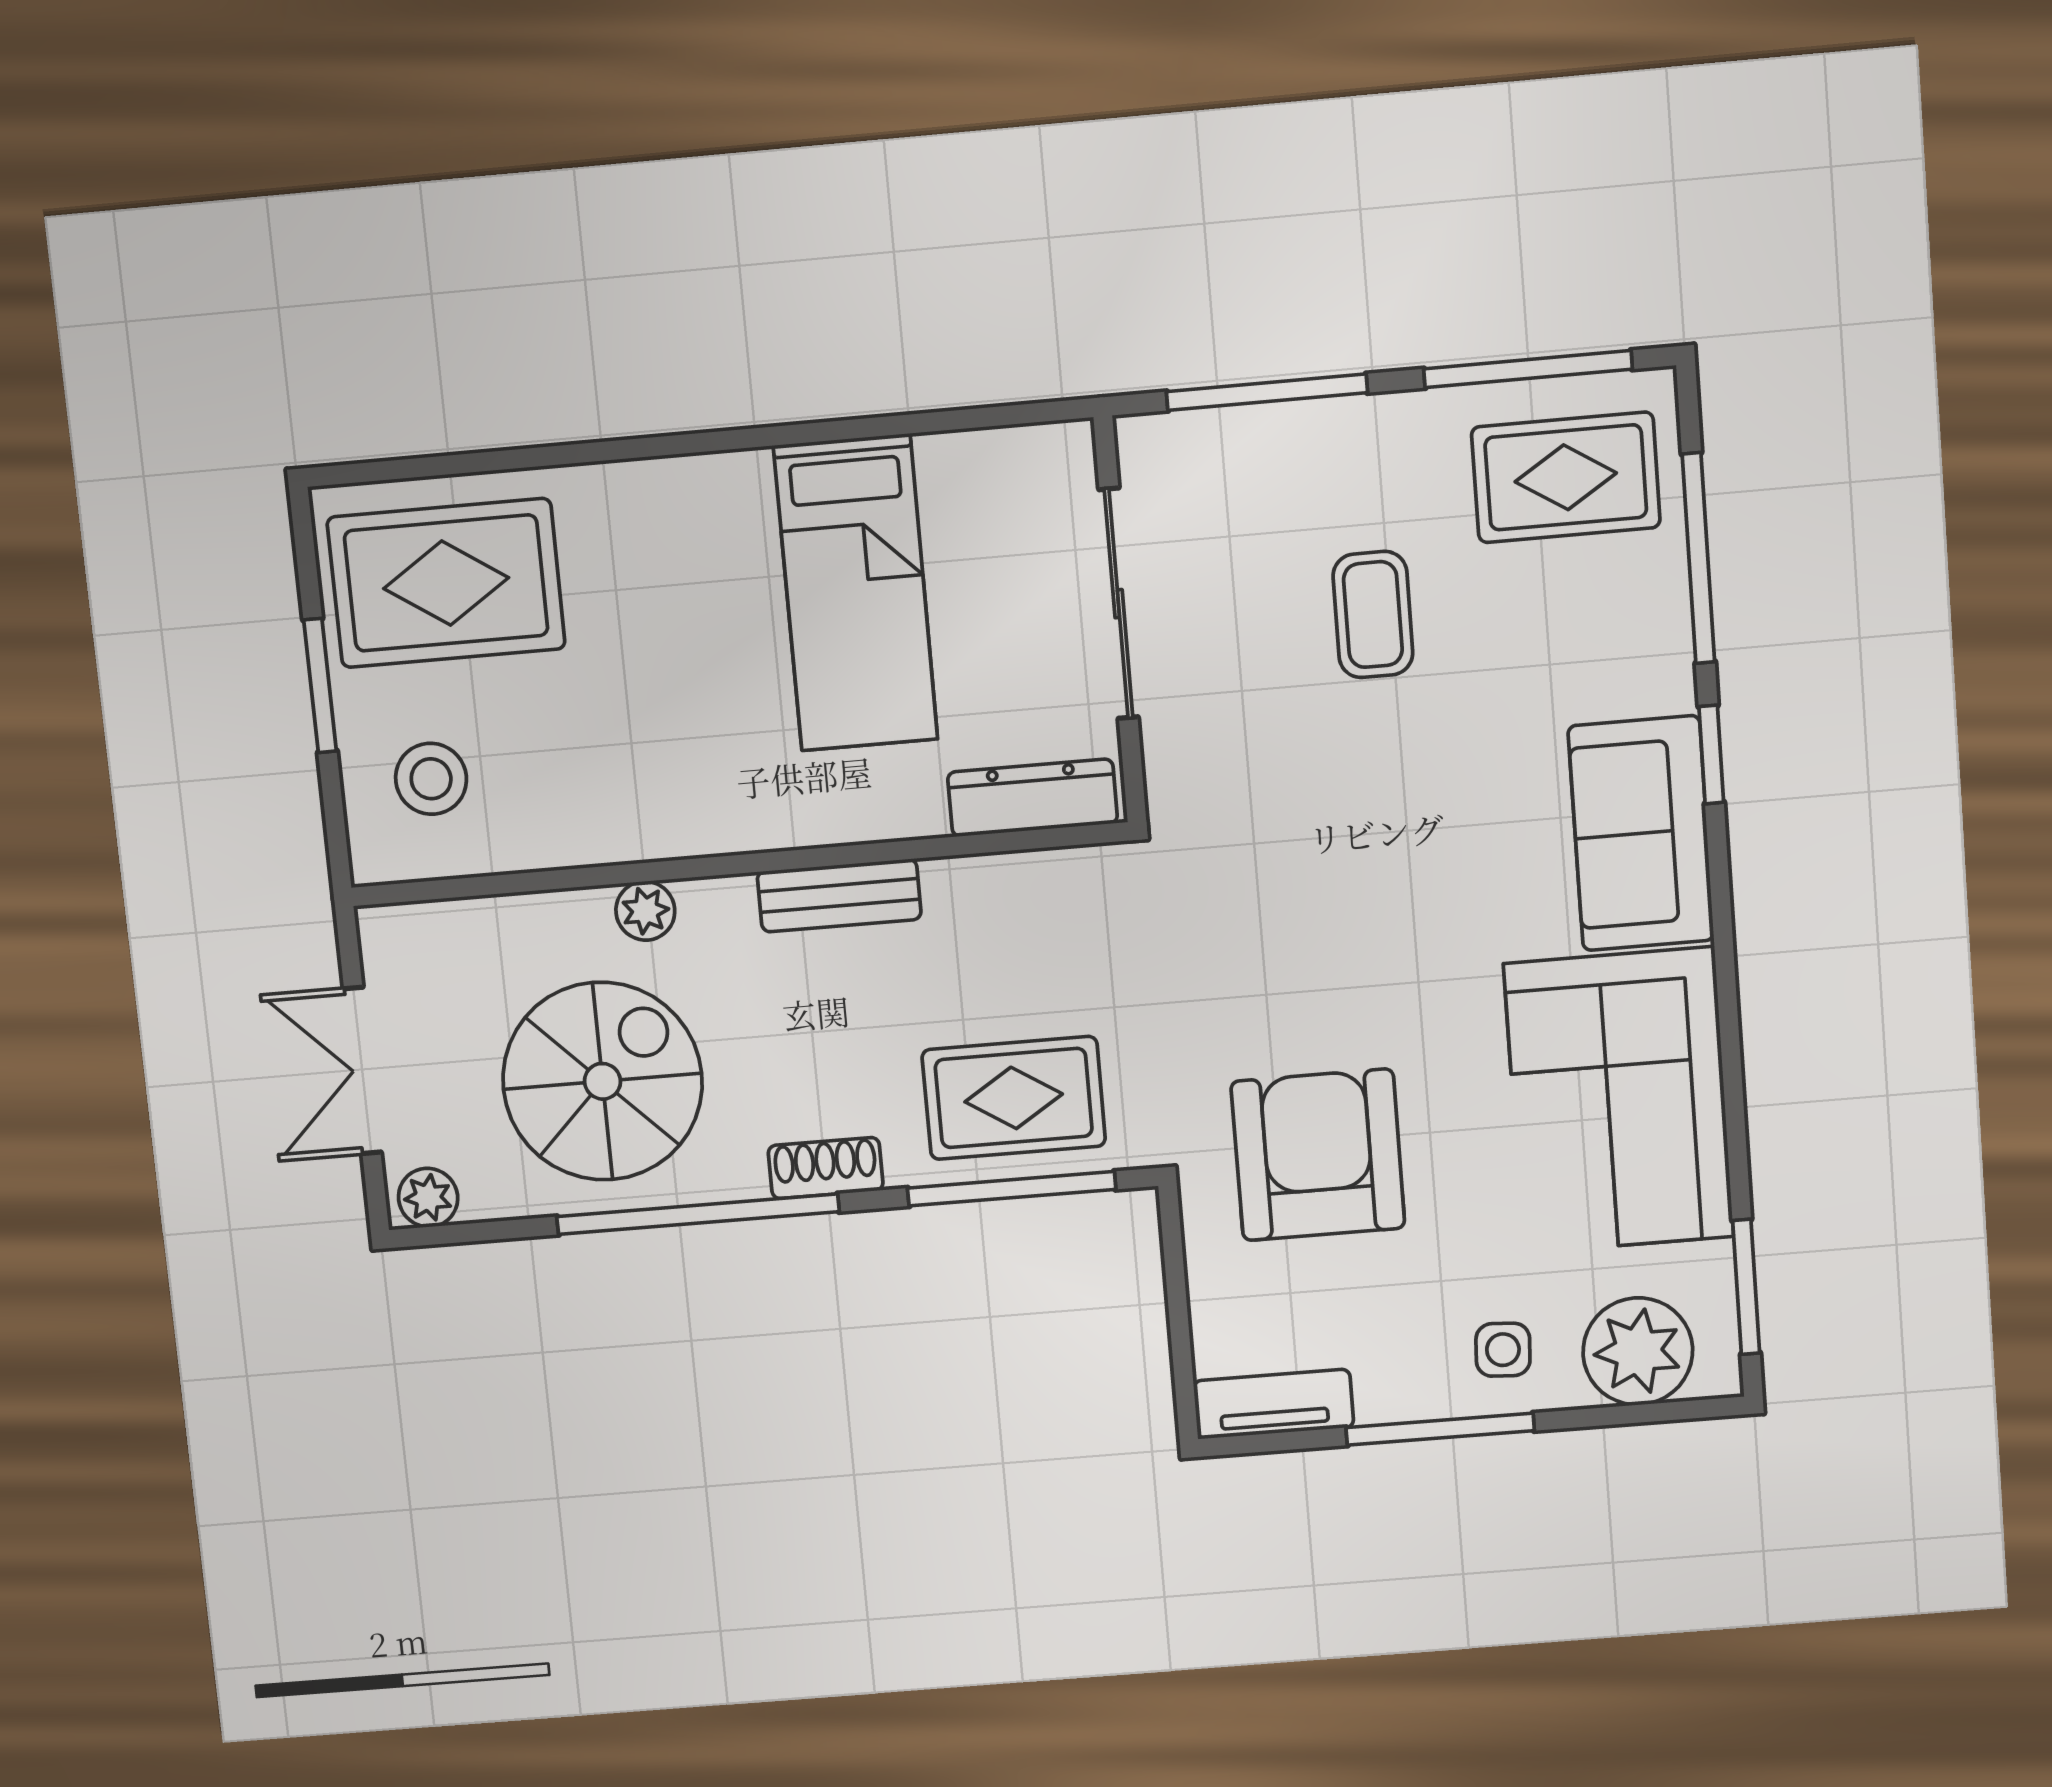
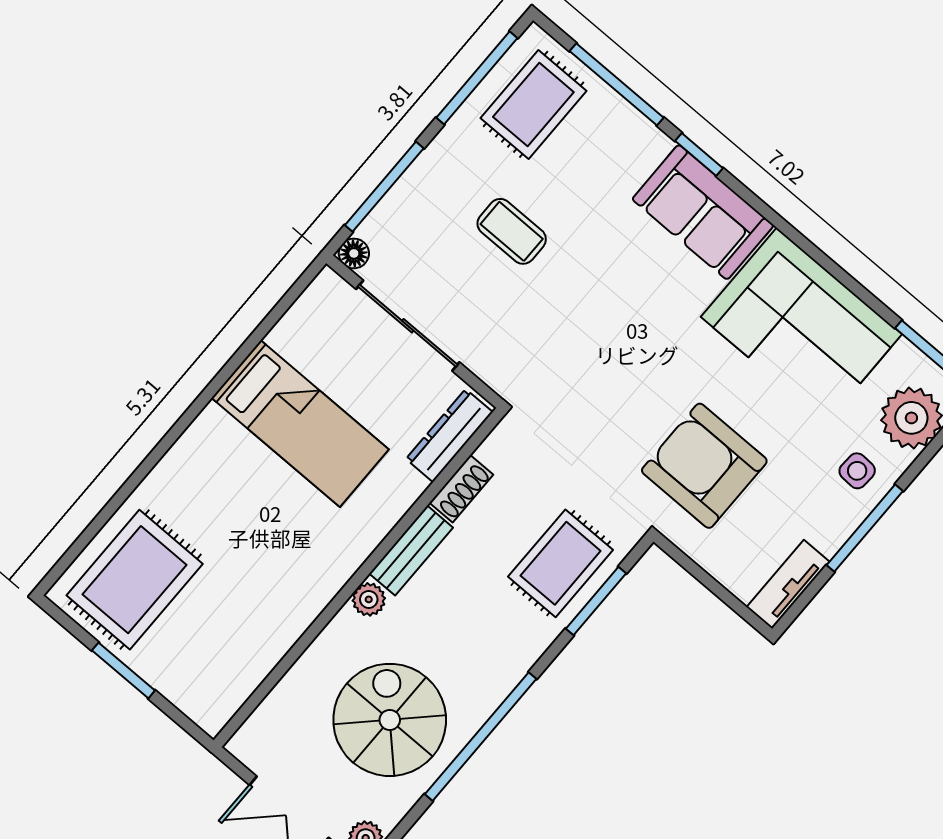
floor lamp: (1142, 440) -> (354, 253), added
stool: (431, 779) -> (203, 664), removed
plant: (645, 911) -> (369, 599), moved
shoe rack: (826, 1168) -> (461, 489), moved, turned 180
window: (1012, 1189) -> (596, 601), width x0.69

